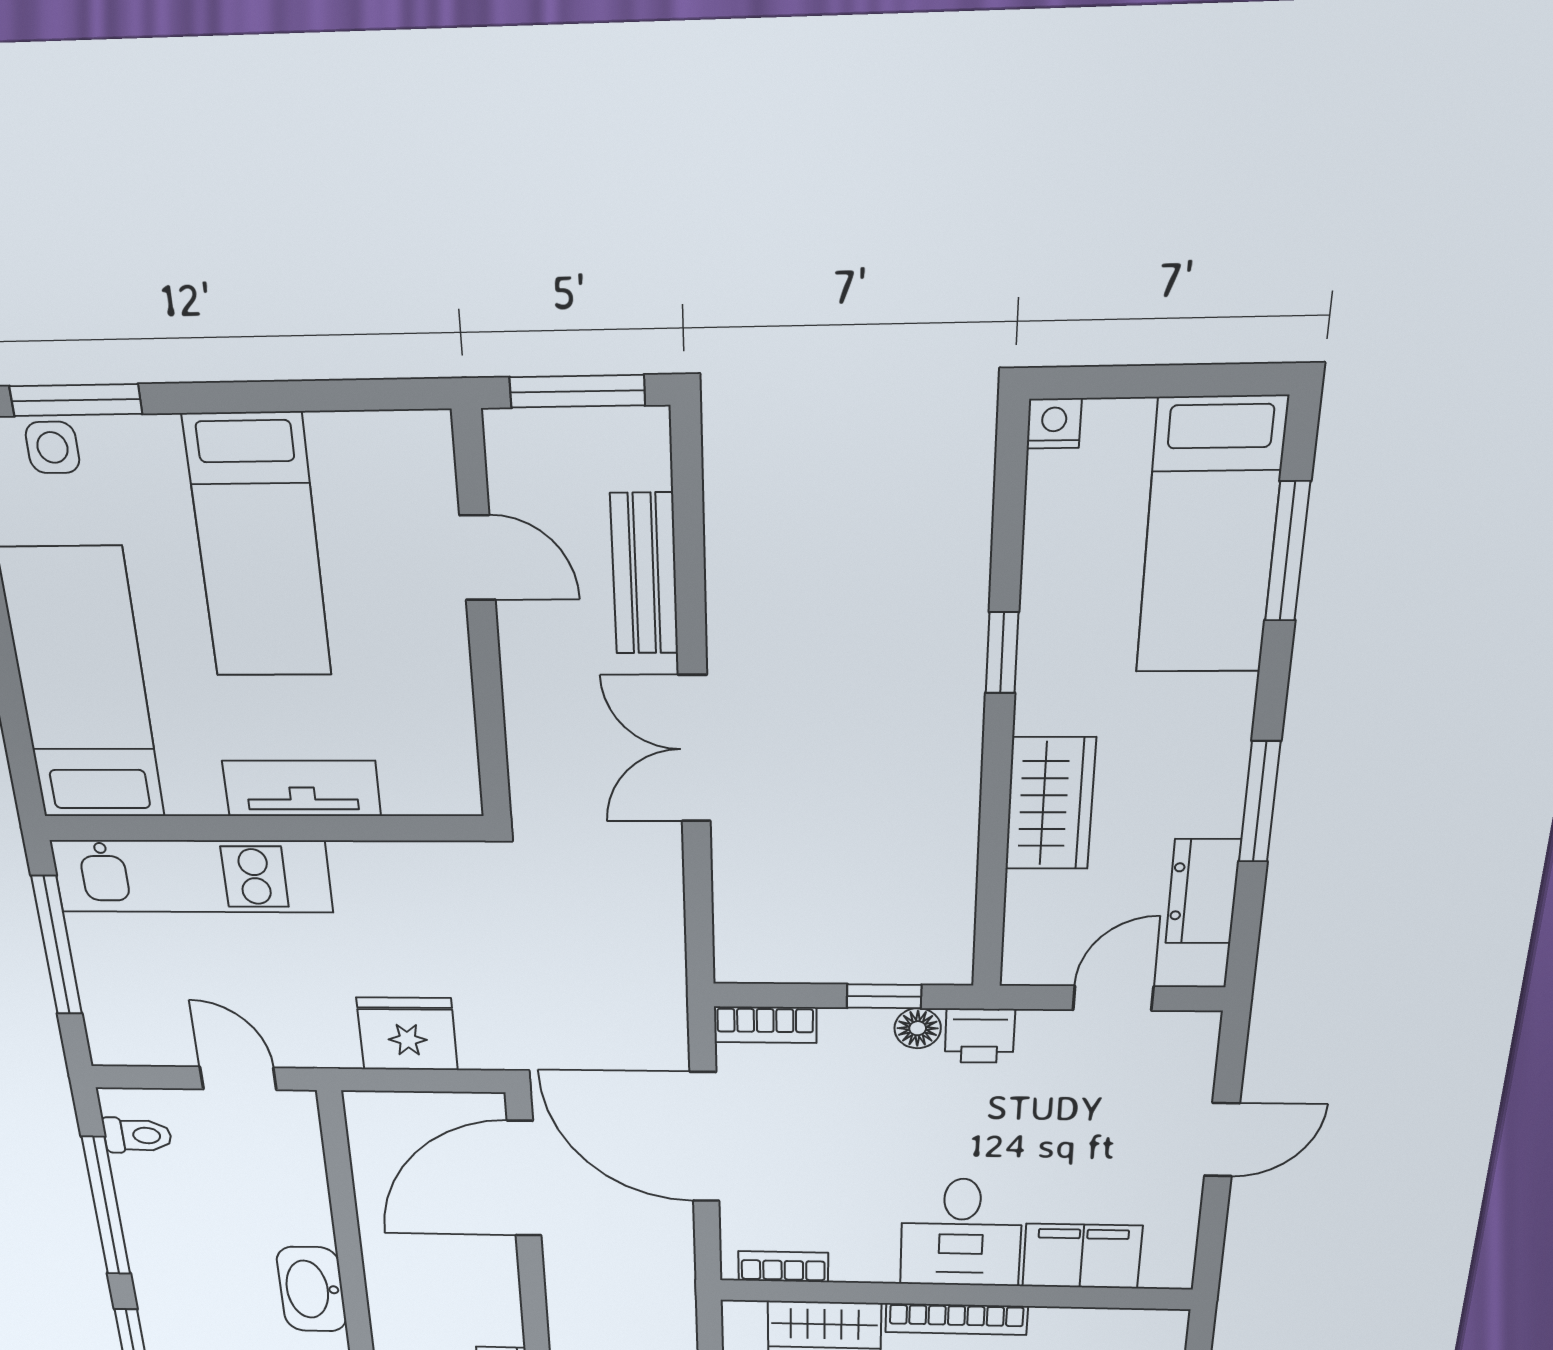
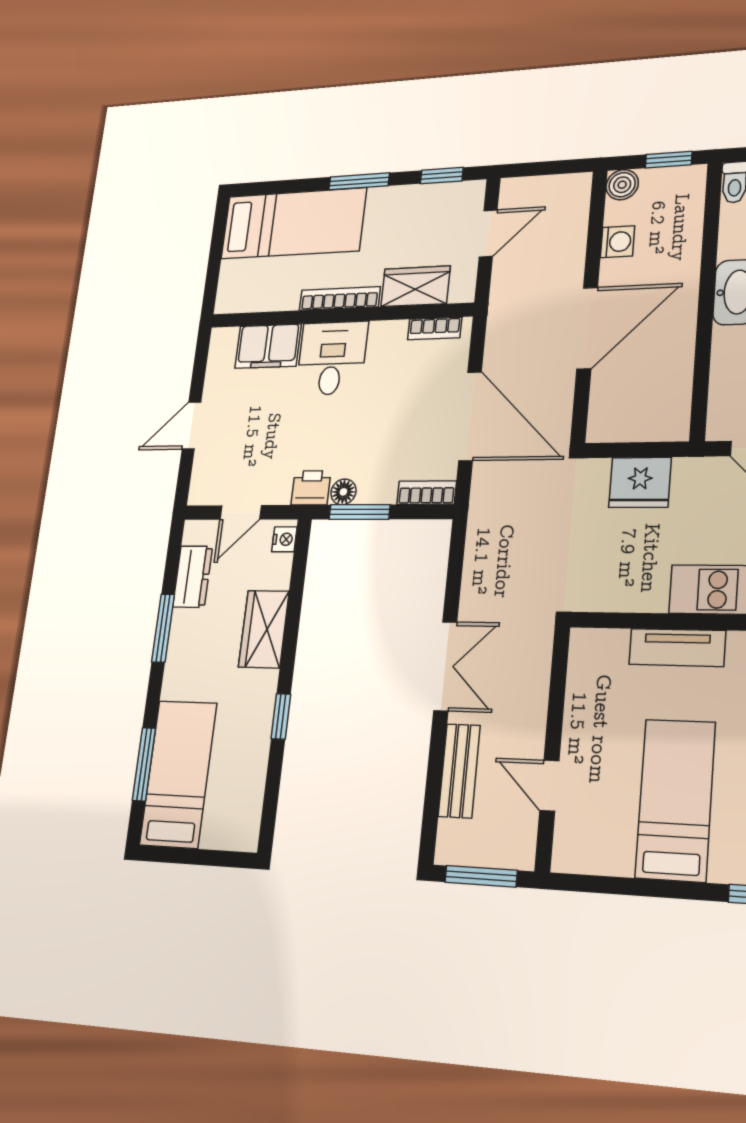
nightstand: (1054, 423) -> (284, 539), moved, turned -90
window: (884, 996) -> (360, 512), width x1.50
door: (524, 1179) -> (587, 328), moved

